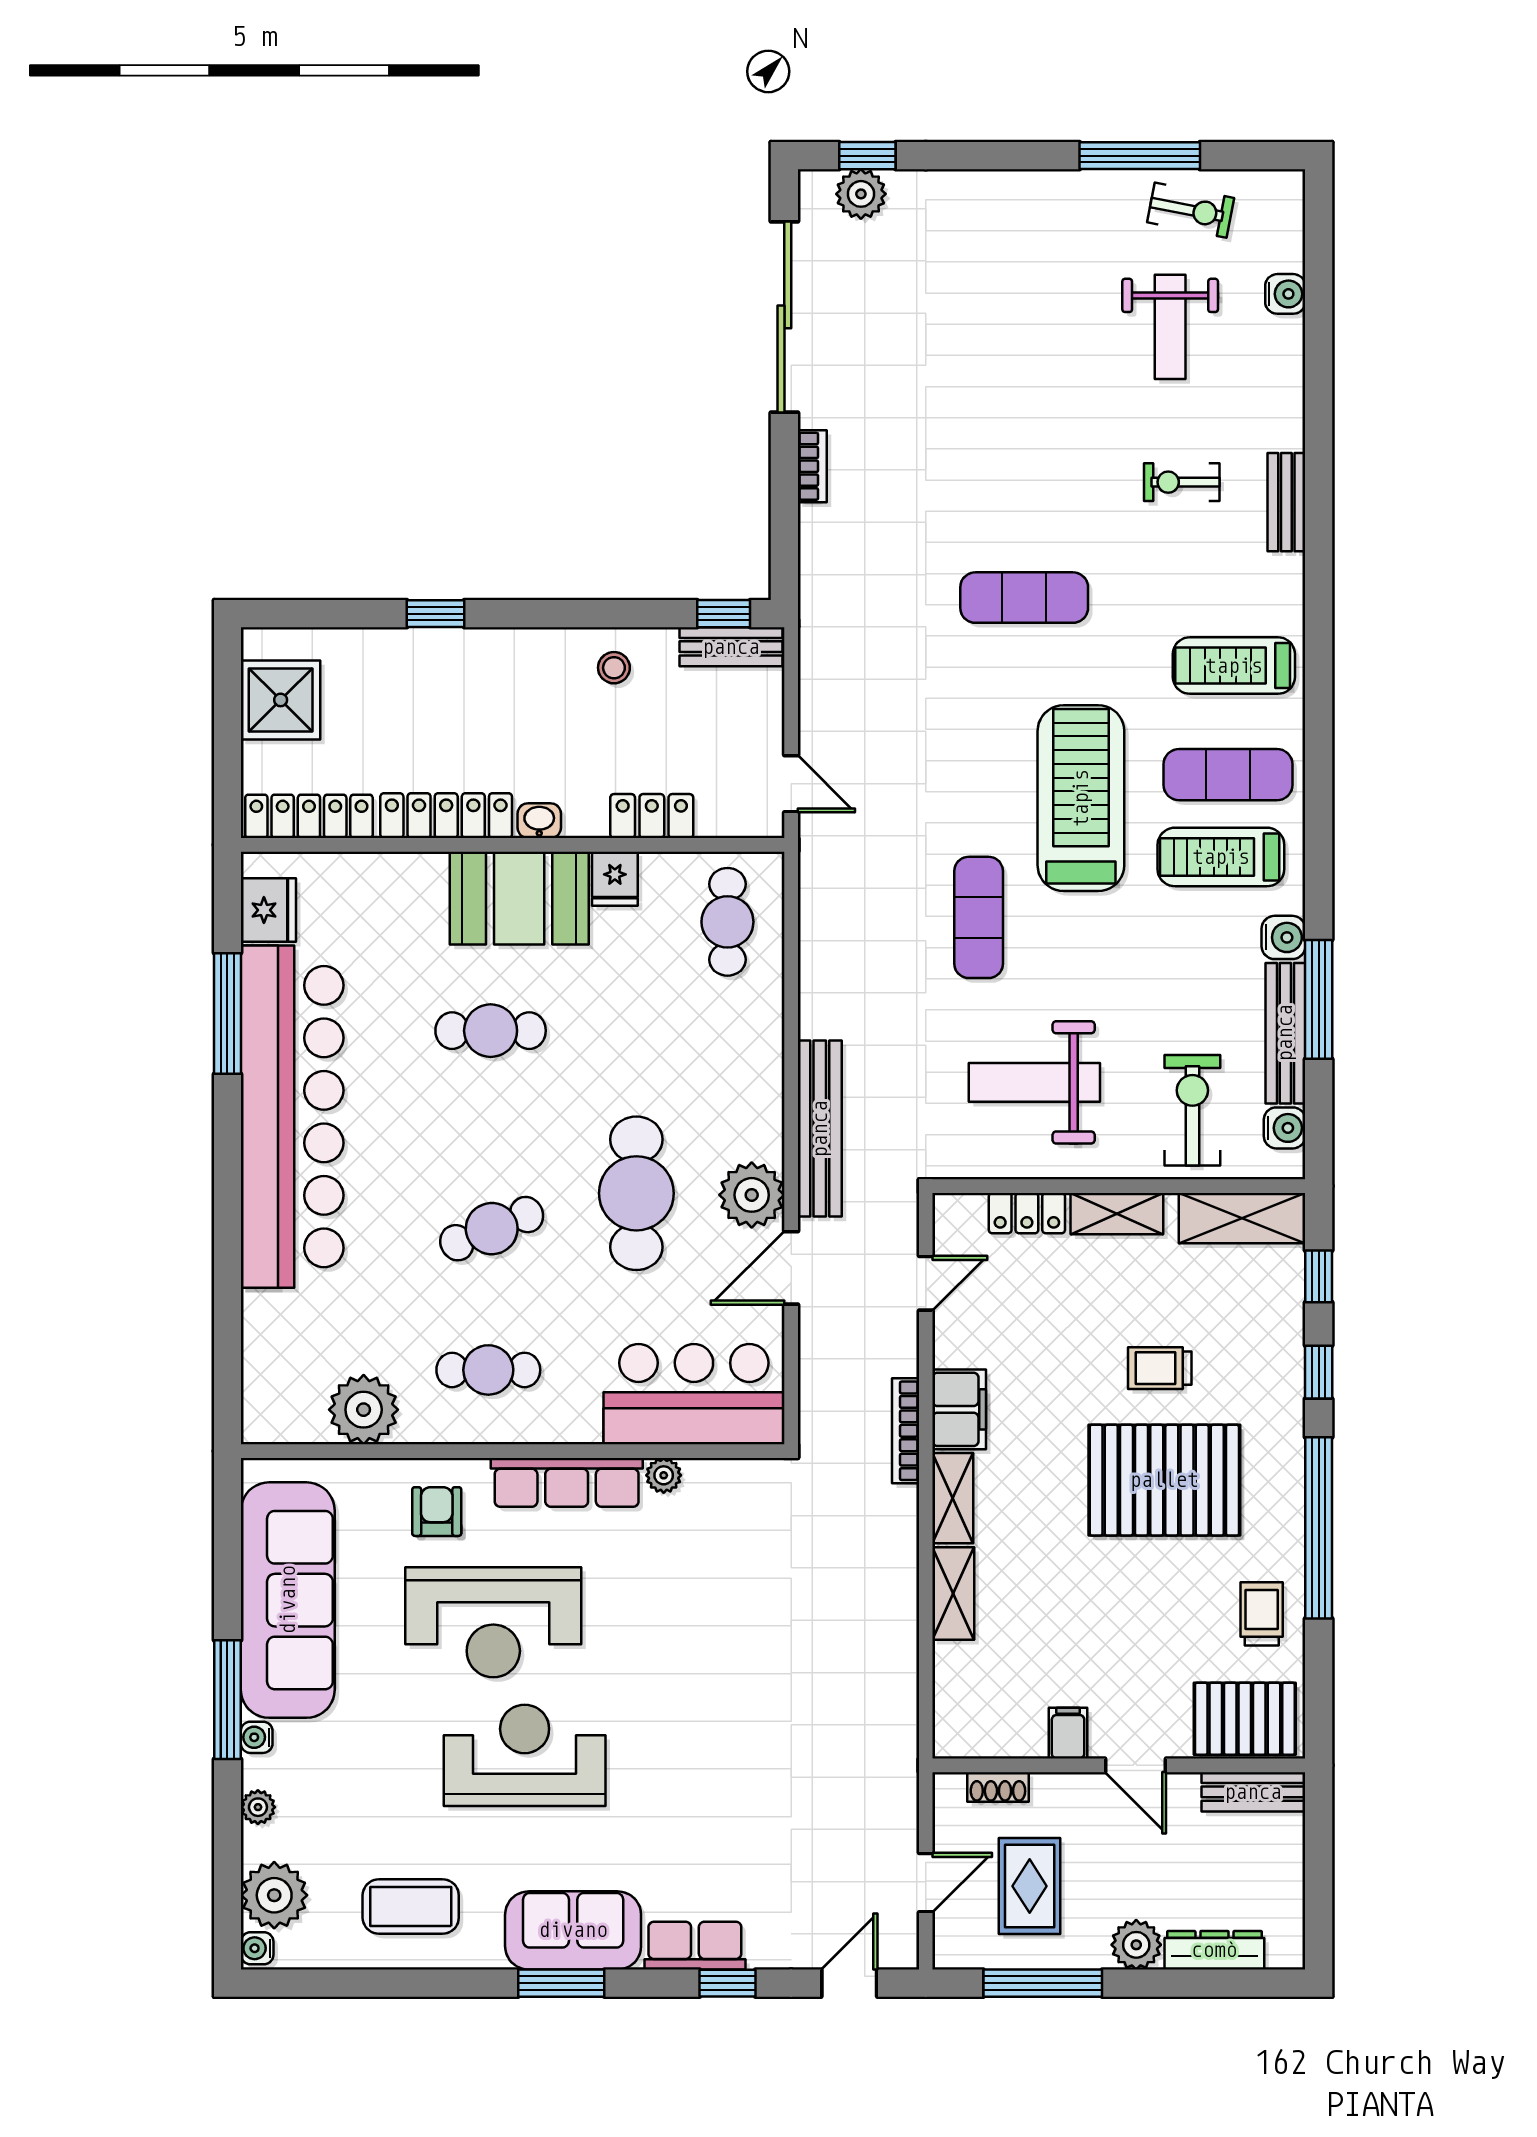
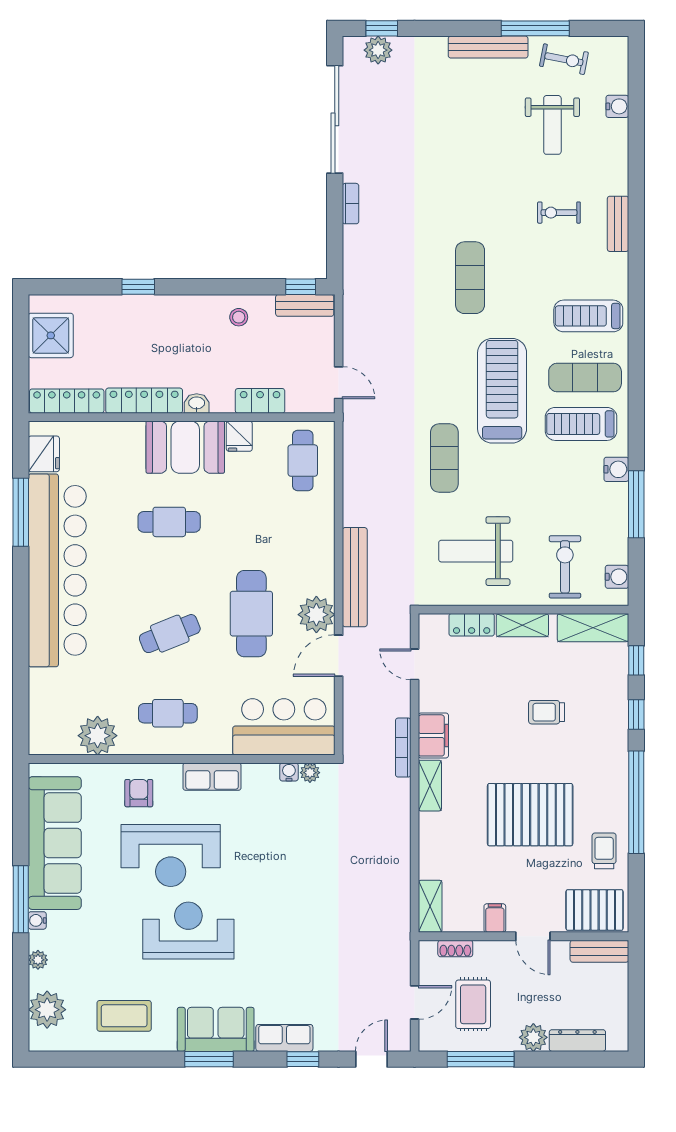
exercise mat: (1024, 598) -> (470, 278), turned 90
bench: (1285, 1033) -> (488, 47), moved, turned 90
door: (926, 1283) -> (415, 664), swing flipped
plant: (664, 1475) -> (310, 773), moved
pallet: (1164, 1480) -> (530, 815), moved
row of seats: (567, 1482) -> (212, 777), width x0.68
shelving: (953, 1593) -> (430, 906), moved
water cooler: (257, 1948) -> (289, 772), moved, turned 90

